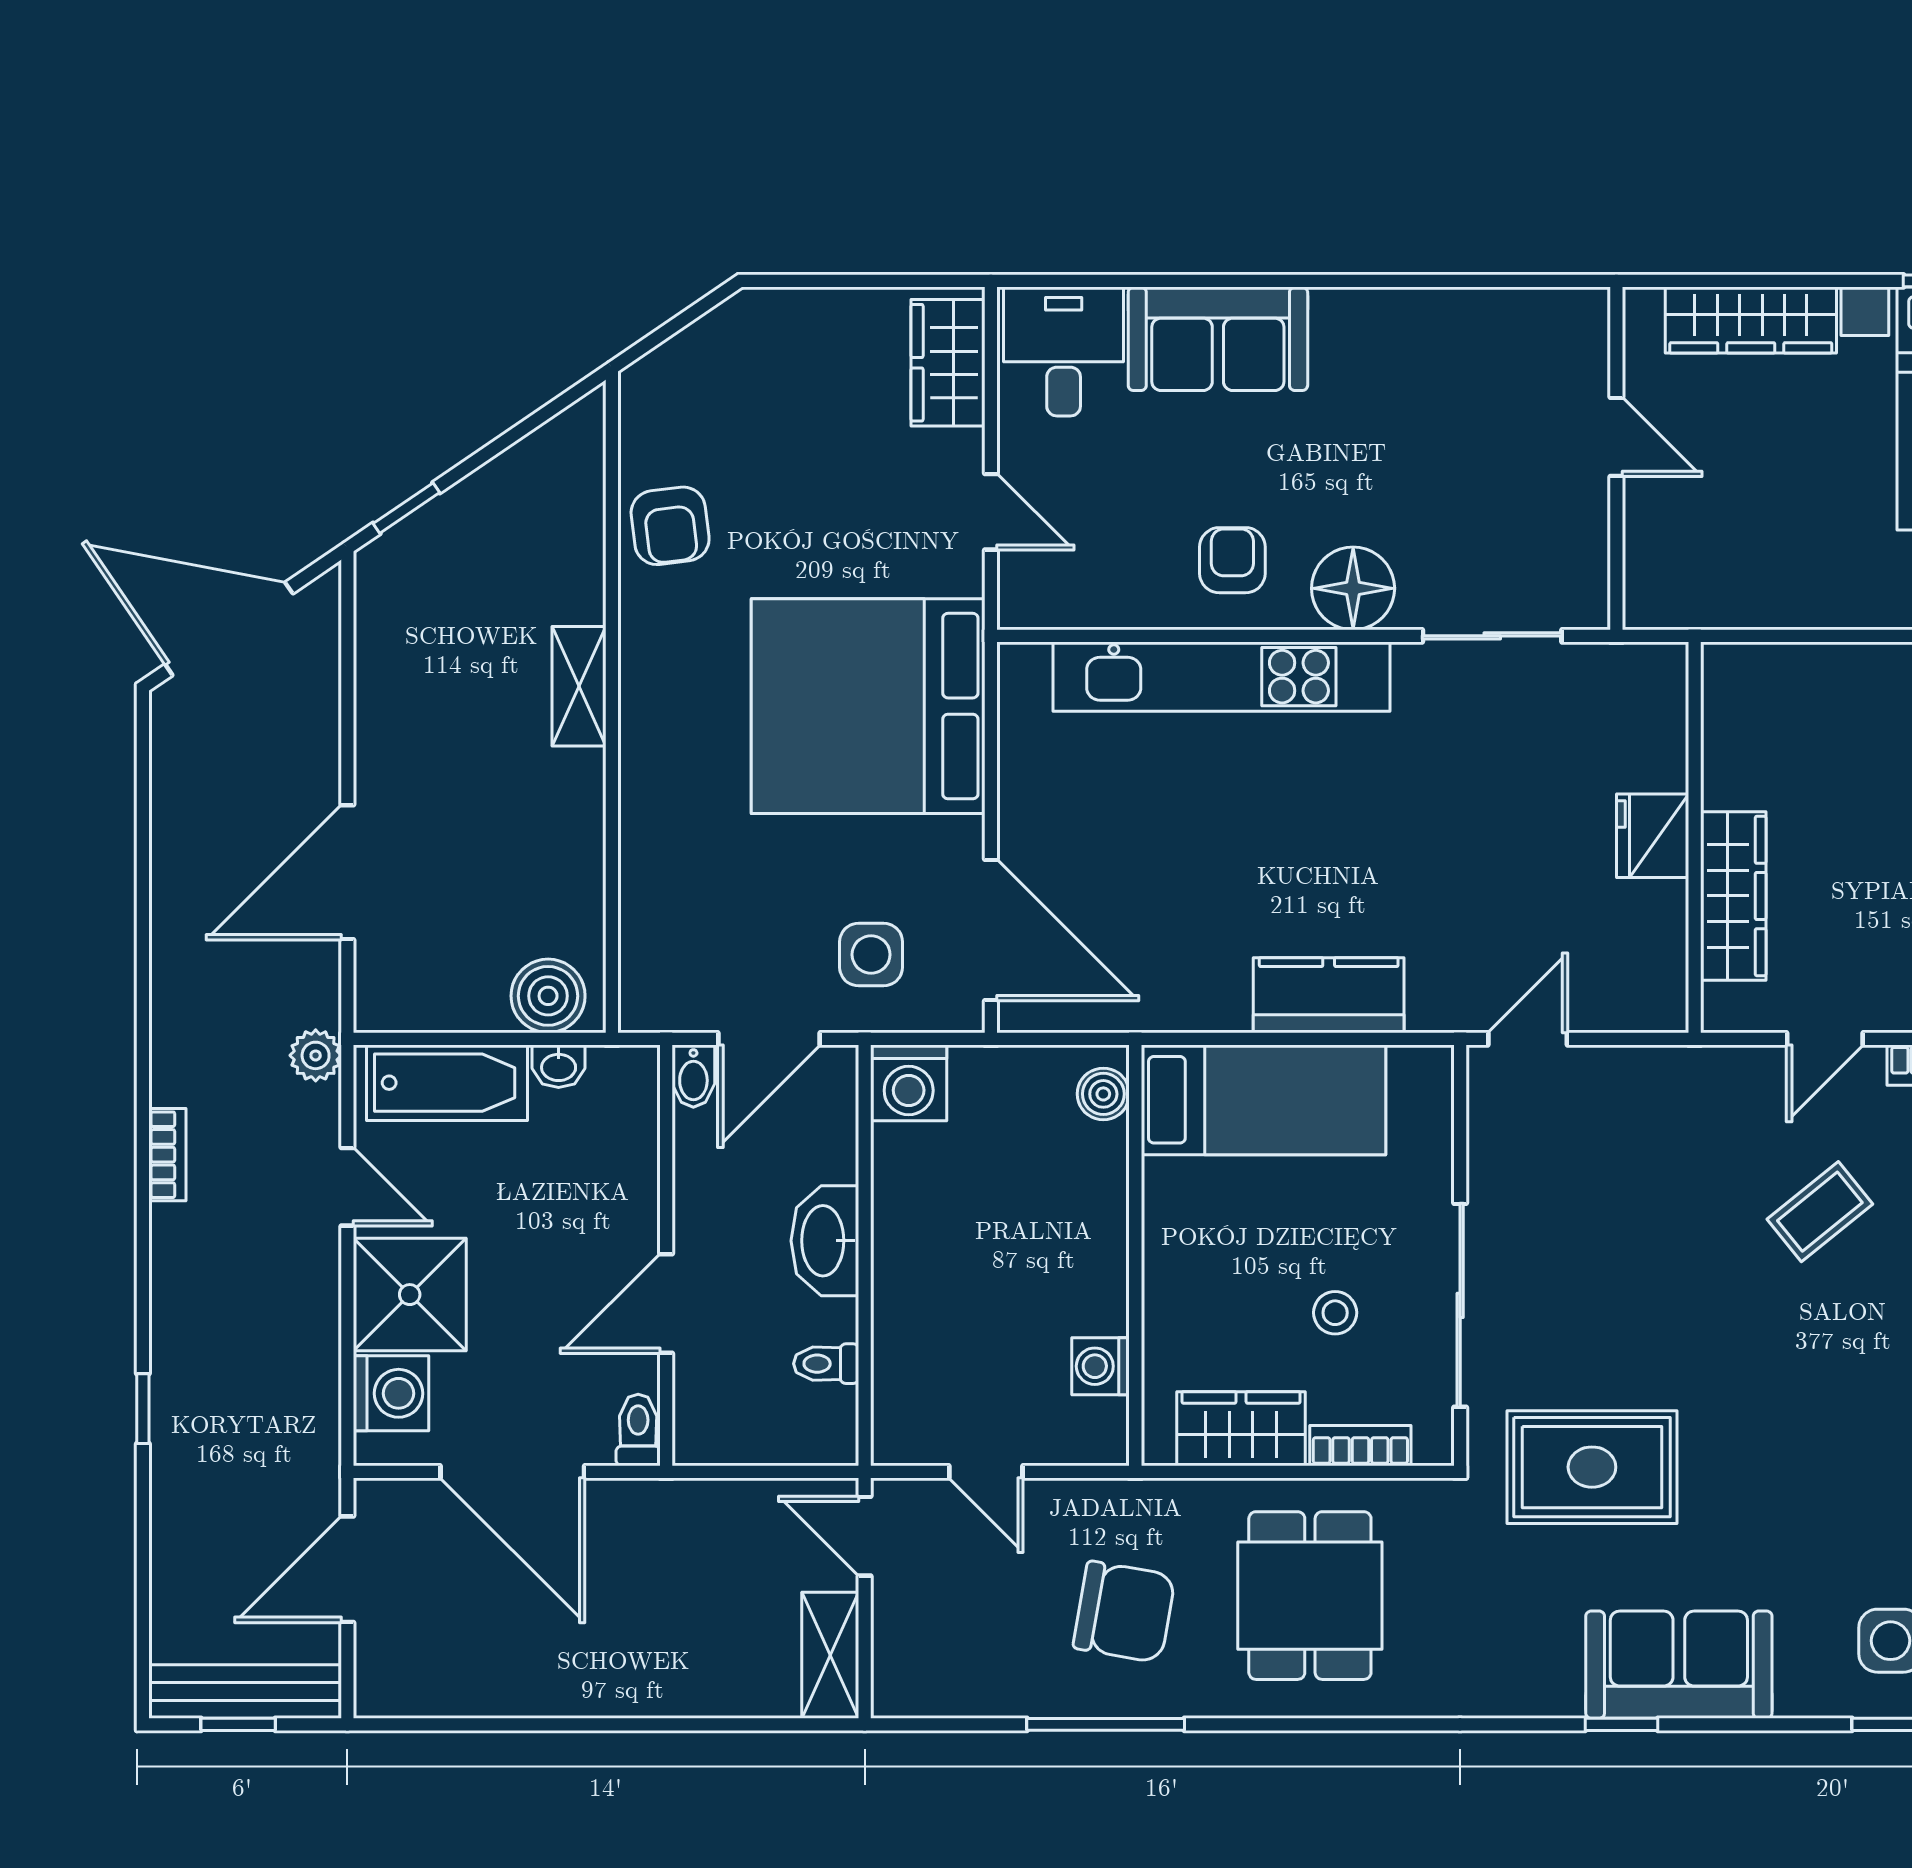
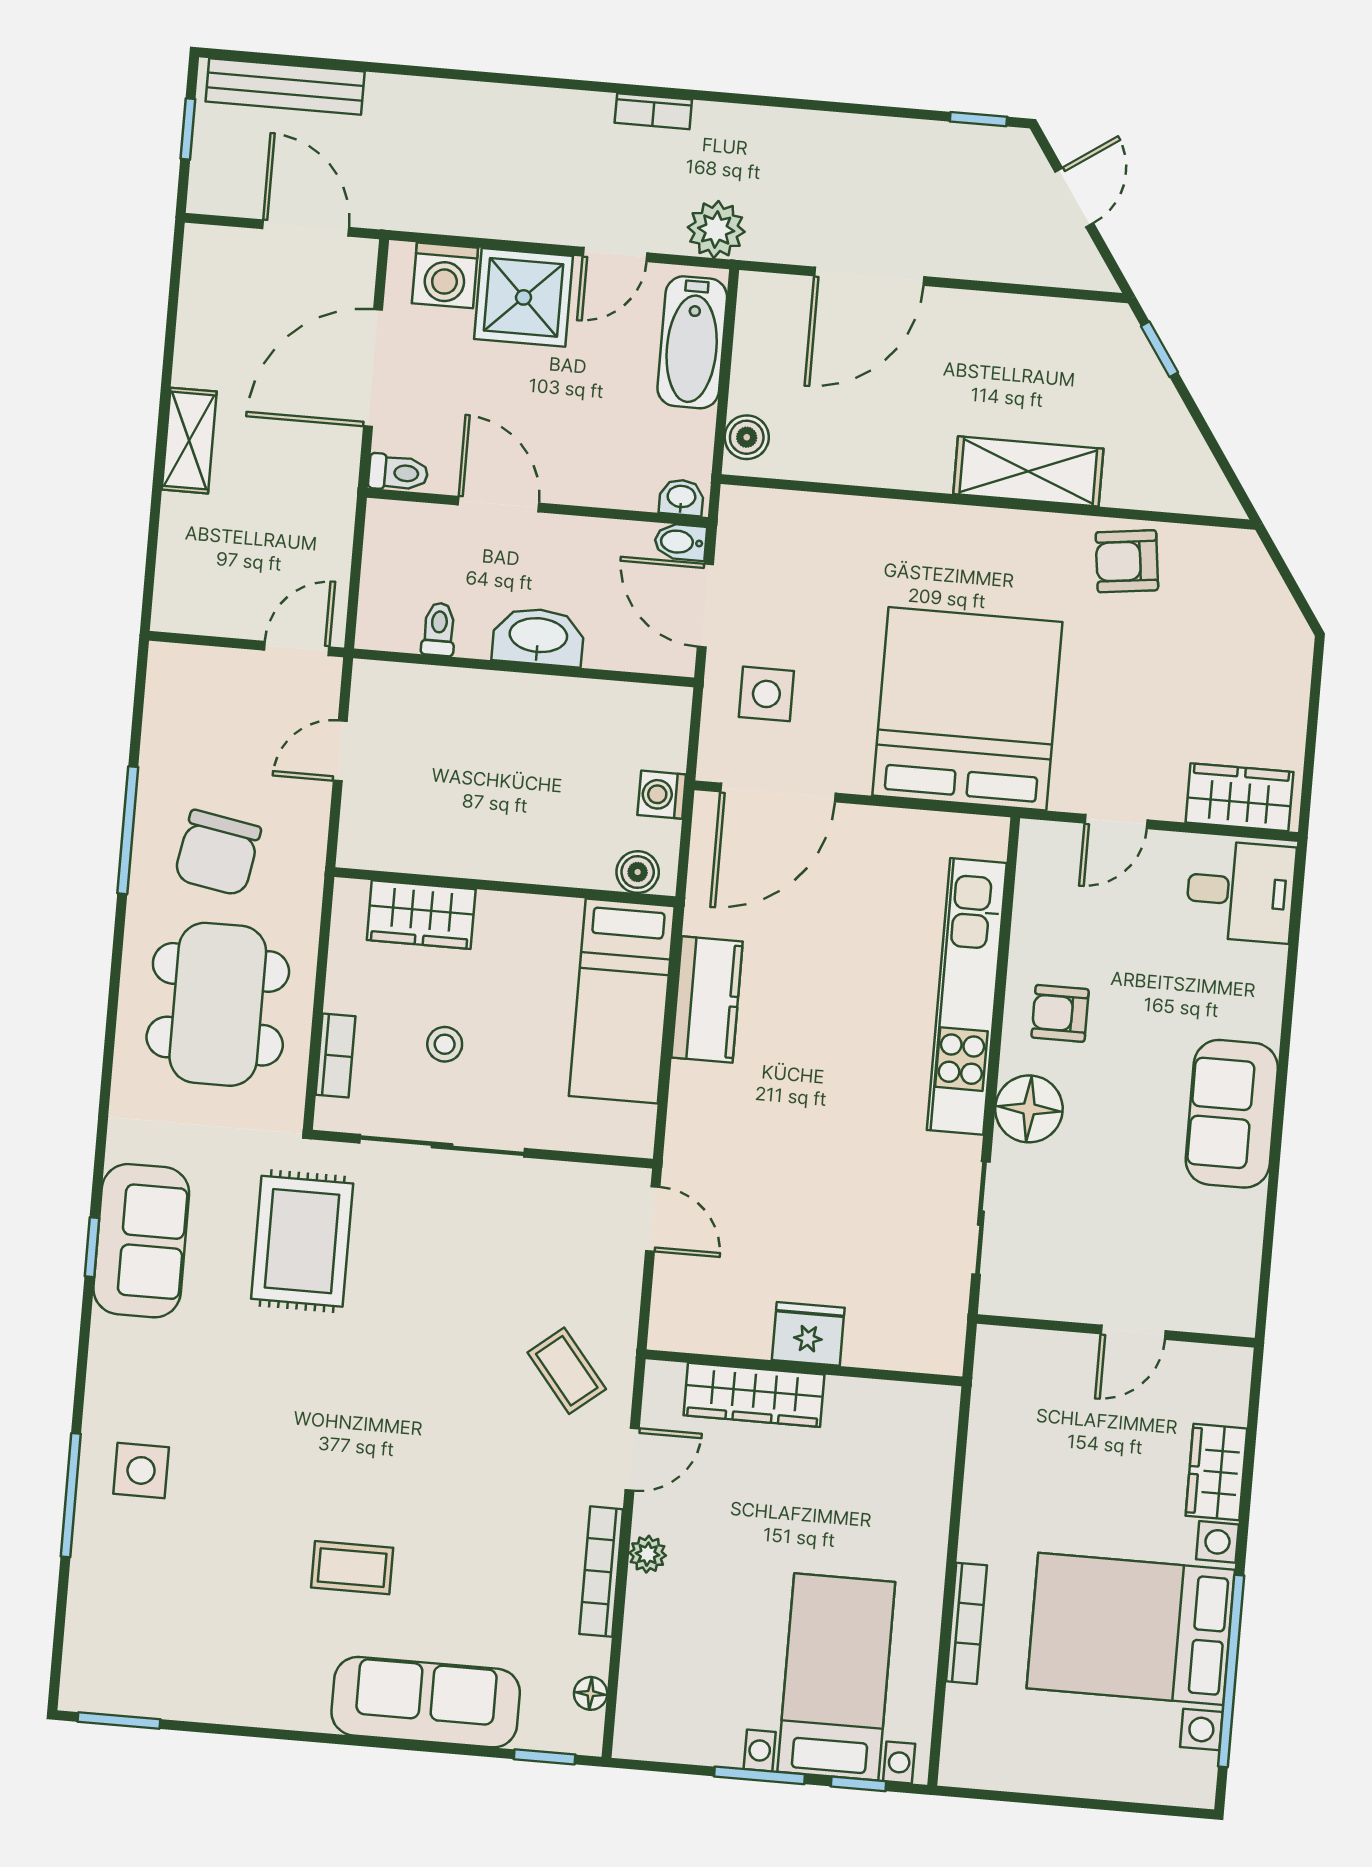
wardrobe: (1751, 320) -> (1216, 1472), width x0.67
sofa: (1218, 339) -> (1232, 1114), moved
armchair: (1232, 560) -> (1060, 1013), turned 180
door: (229, 629) -> (1074, 197), width x0.53
shelving: (579, 686) -> (1028, 471), width x1.50, depth x1.33
door: (347, 872) -> (869, 276), swing flipped
kitchen counter: (1329, 995) -> (707, 1000), moved
boiler: (548, 996) -> (747, 437), width x0.73, depth x0.73
door: (1825, 1039) -> (632, 1459), swing flipped
plant: (316, 1055) -> (716, 229), width x1.38, depth x1.38
washbasin: (559, 1066) -> (681, 497), moved, turned 90
washing machine: (909, 1083) -> (662, 795), moved, width x0.73, depth x0.73
coffee table: (1820, 1212) -> (567, 1371), moved
washing machine: (1101, 1366) -> (418, 851), removed
window: (143, 1409) -> (978, 119), moved
wardrobe: (1241, 1429) -> (421, 915), moved, turned 90
dining table: (1310, 1596) -> (218, 1004), width x1.38
shelving: (830, 1655) -> (189, 441), moved, turned 90
sofa: (1679, 1665) -> (141, 1241), moved
bench: (245, 1692) -> (285, 86), moved, turned 90

